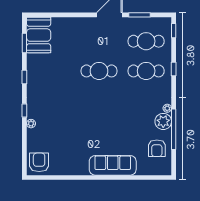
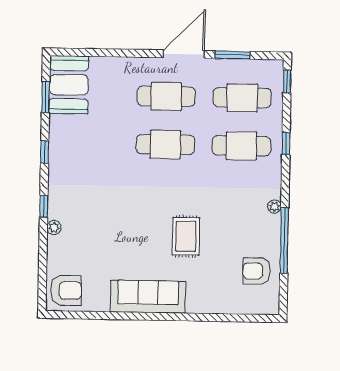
cafe table: (99, 41) -> (166, 96), added
plant: (163, 121) -> (268, 228), removed
rug: (113, 128) -> (186, 236), added
armchair: (157, 148) -> (257, 271), turned 90
armchair: (39, 162) -> (66, 290), turned 90
sofa: (113, 165) -> (148, 297), moved

